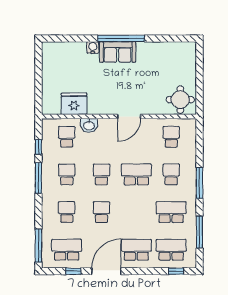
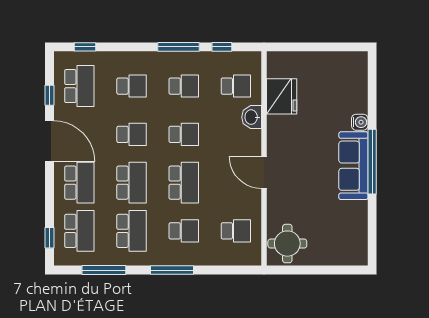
sofa: (118, 52) -> (353, 166), width x1.36
school desk: (136, 212) -> (132, 183), added
window: (38, 246) -> (85, 47), width x0.46

